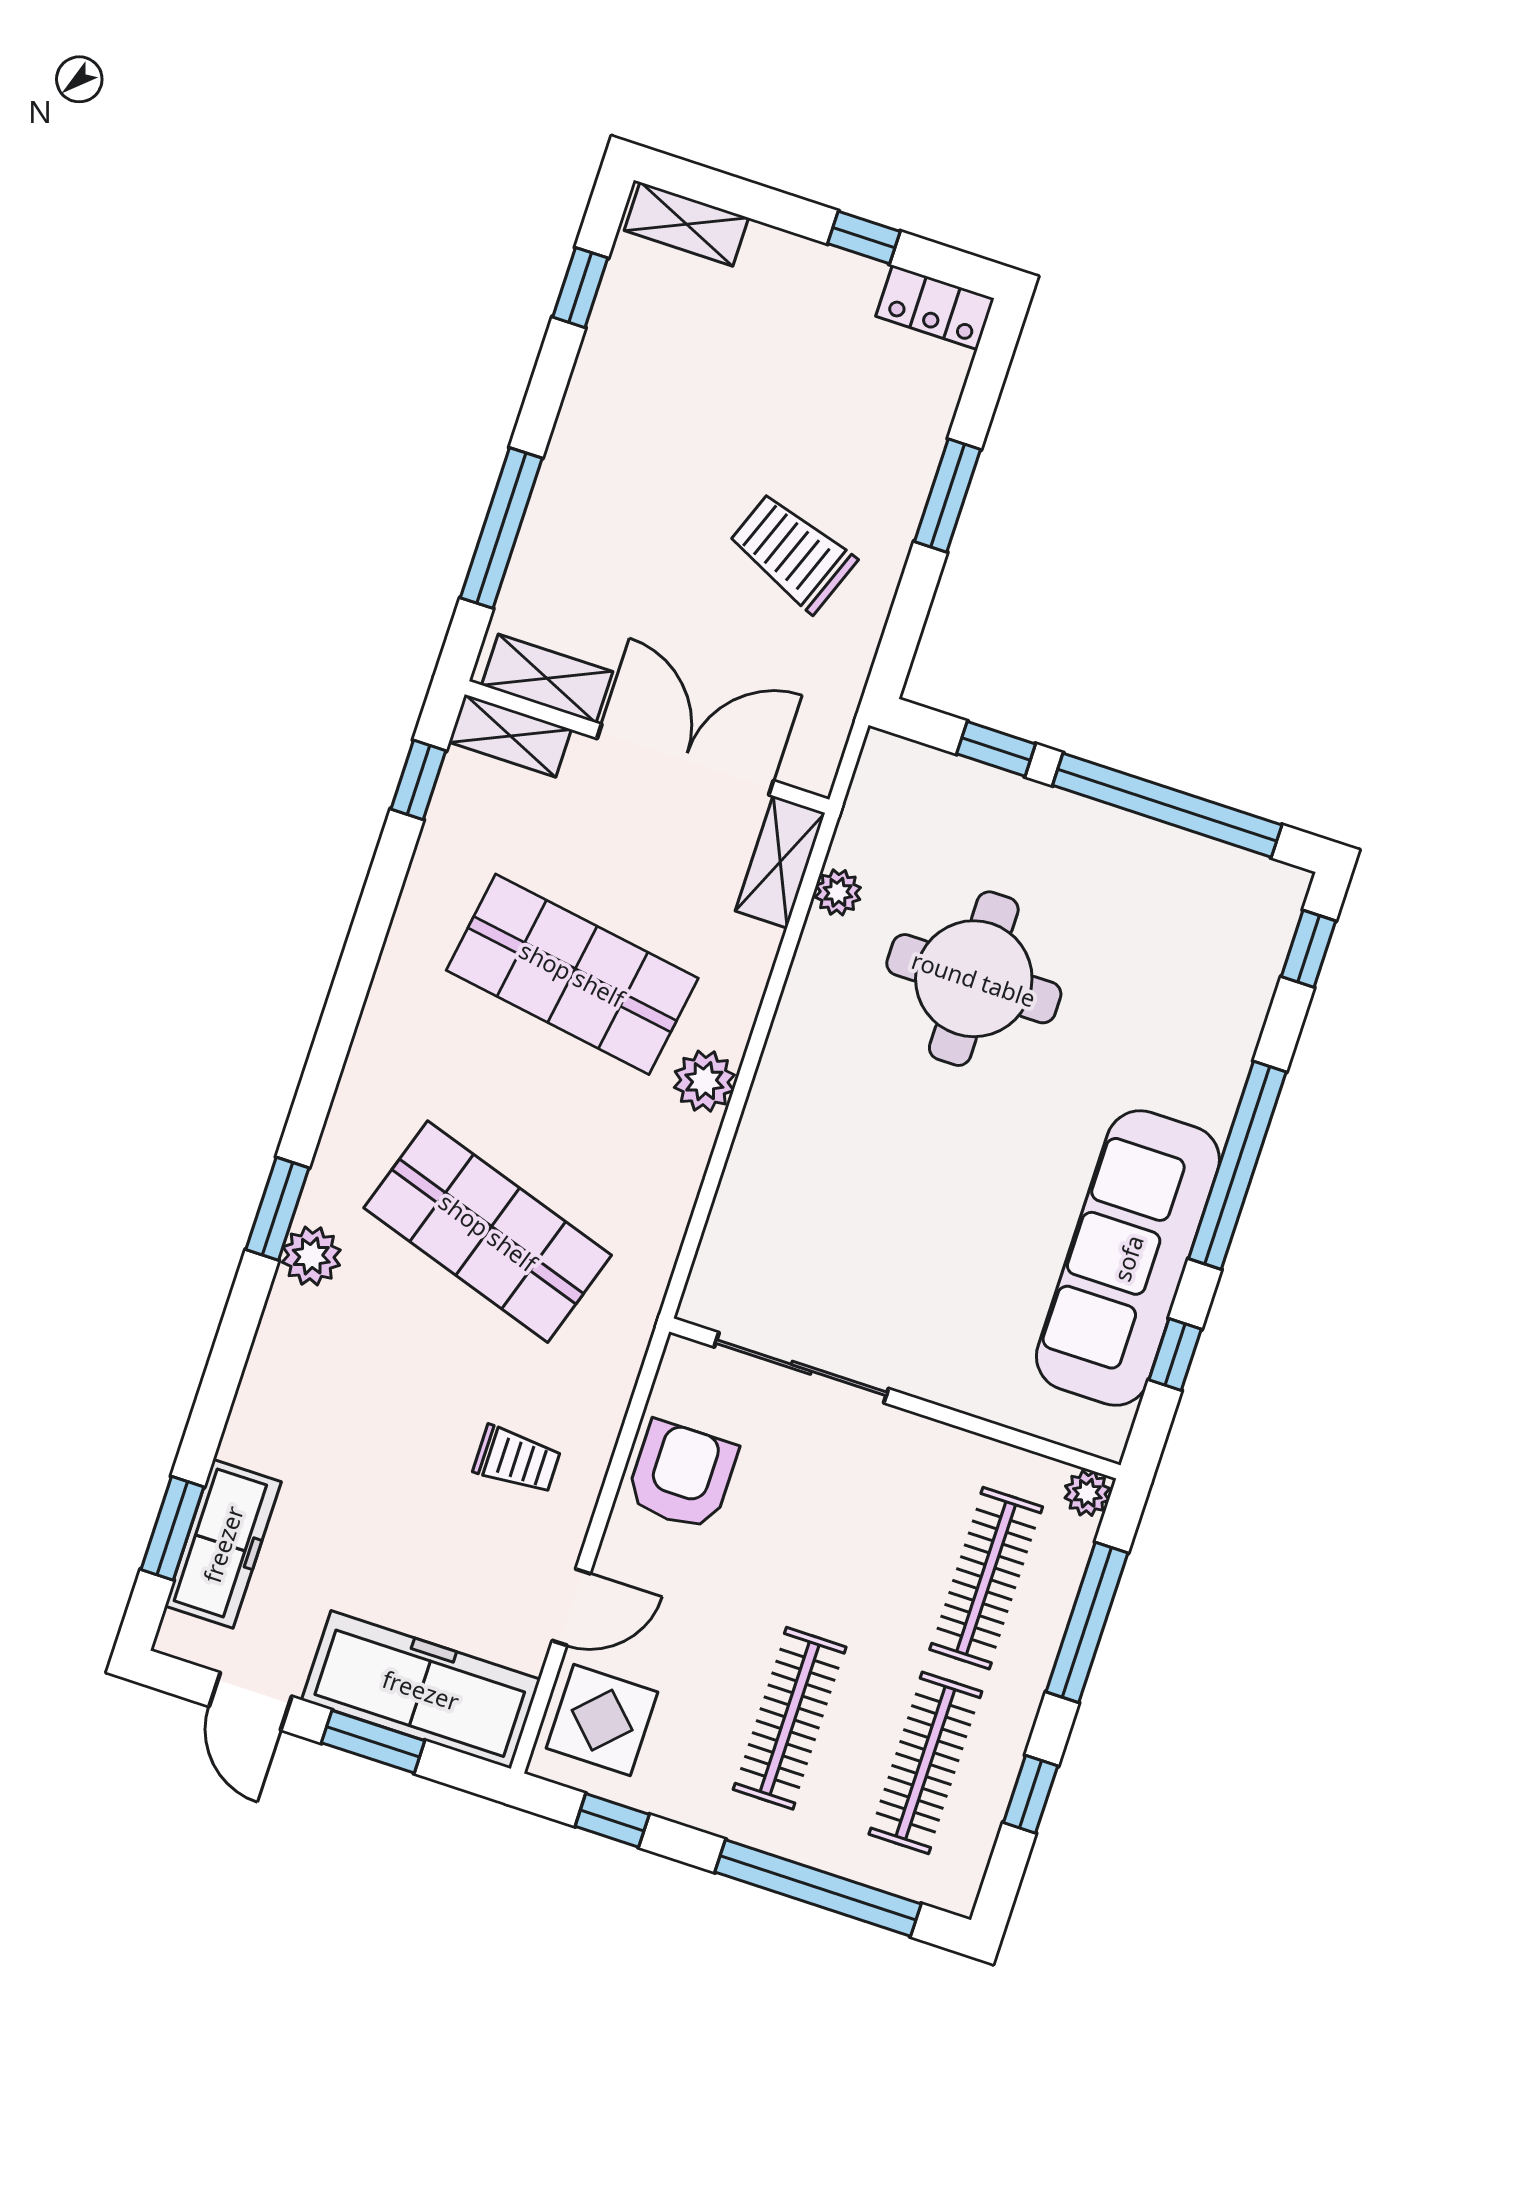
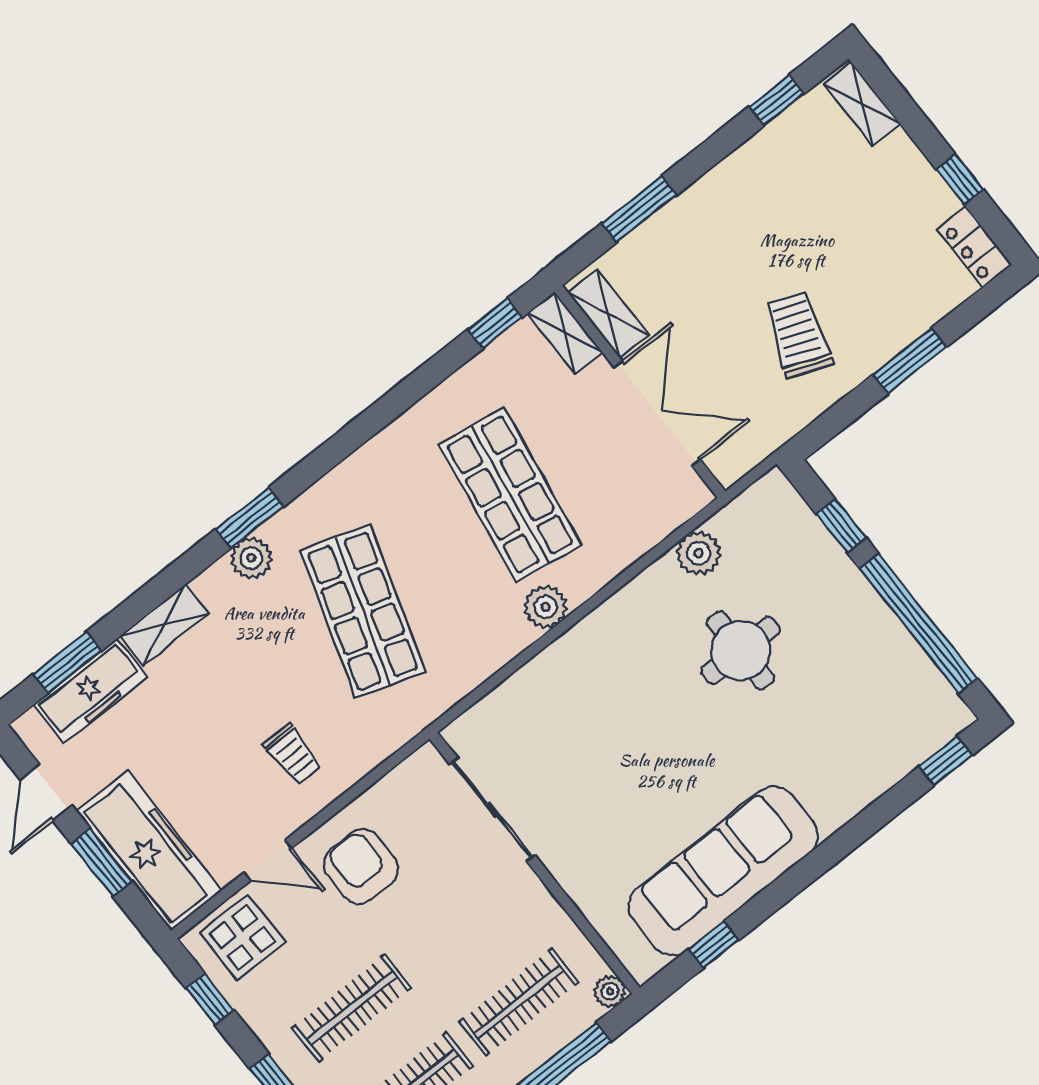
window: (501, 528) -> (639, 209), width x0.69
shelving: (780, 862) -> (164, 625), moved
plant: (838, 892) -> (699, 553), width x1.38, depth x1.38
round table: (974, 979) -> (741, 650), width x0.73, depth x0.73
window: (1237, 1165) -> (822, 859), removed
armchair: (682, 1475) -> (361, 866), moved, turned -90

